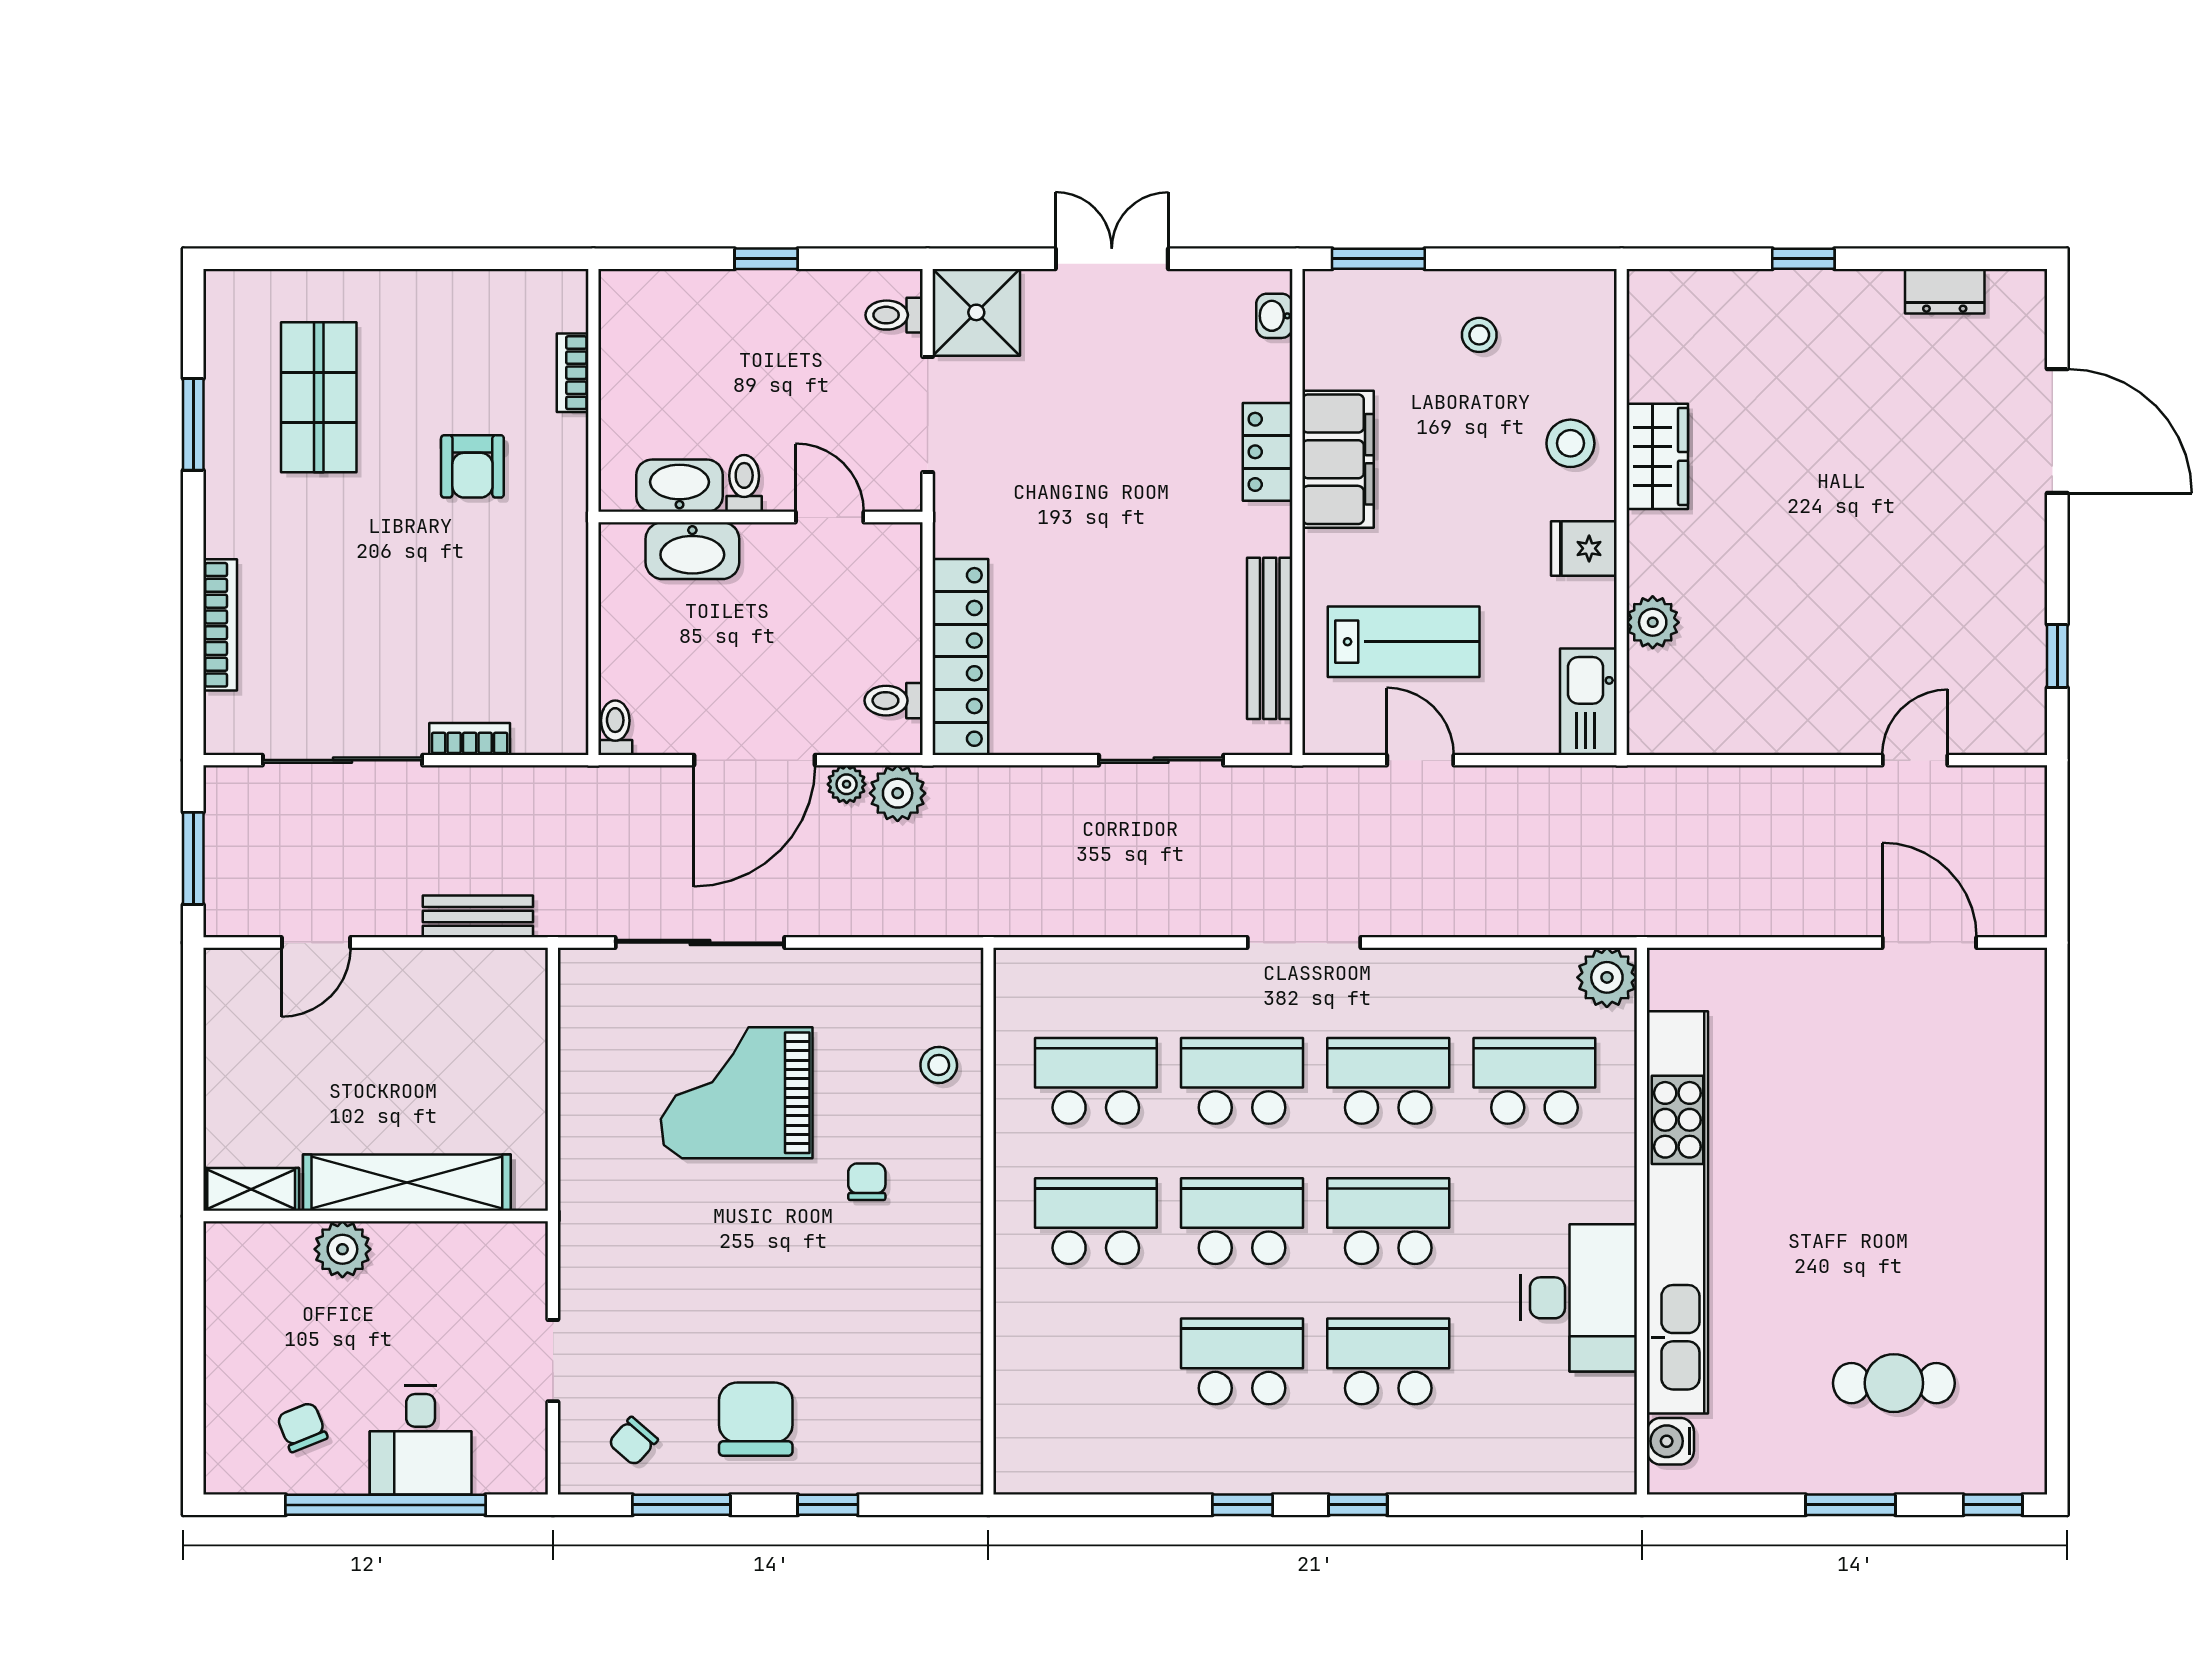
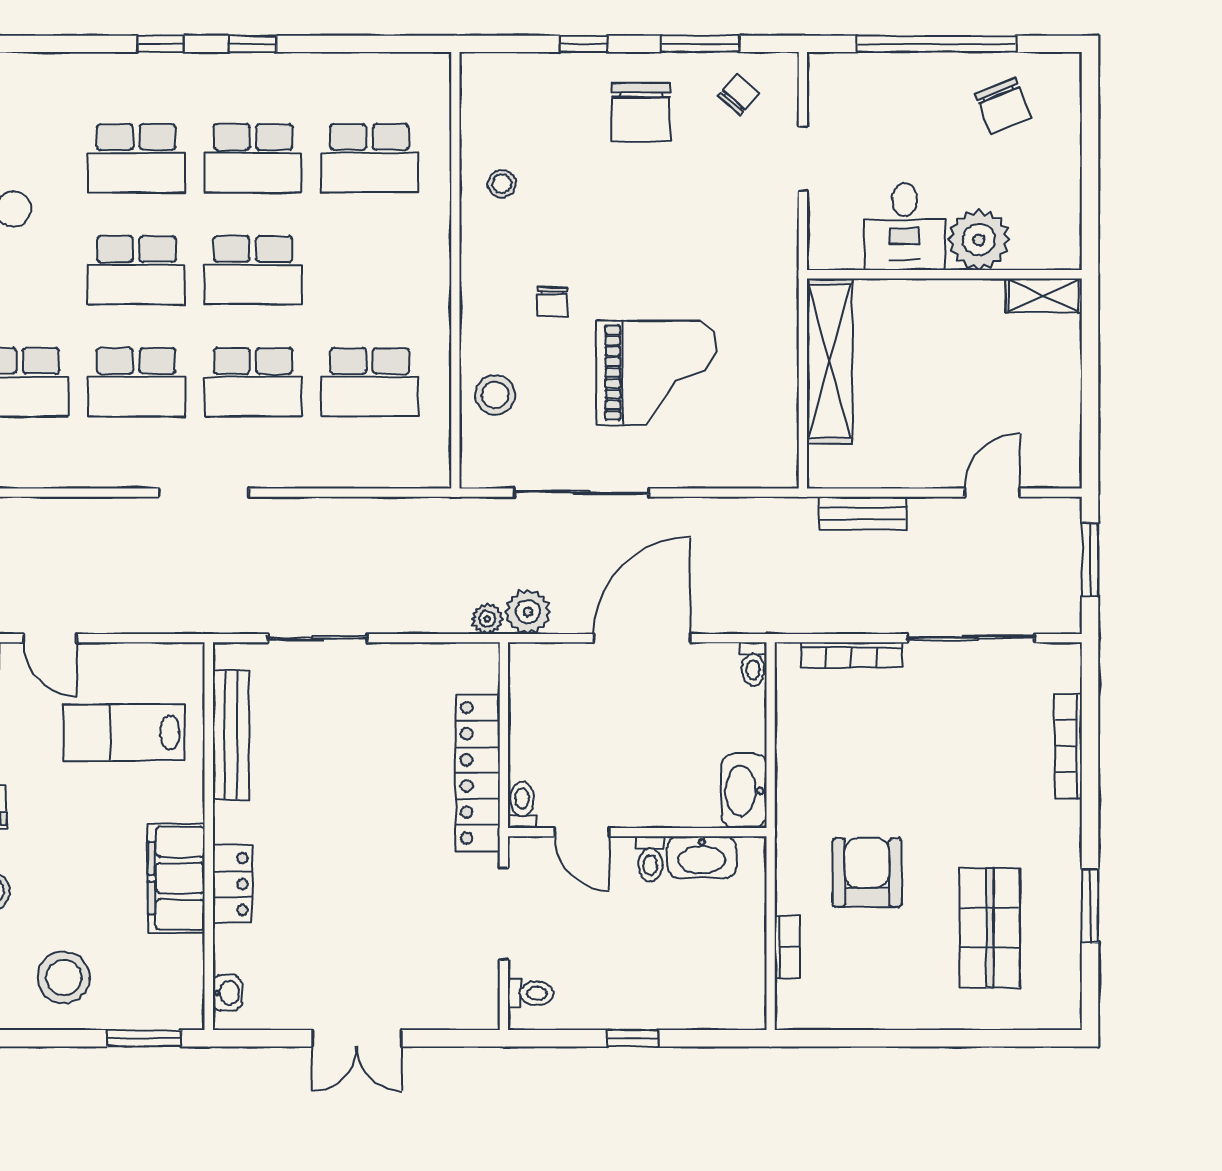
shower: (976, 312) -> (465, 995), removed
stool: (1479, 335) -> (64, 977), width x1.89, depth x1.89
armchair: (472, 466) -> (867, 872), width x1.38, depth x1.38
washbasin: (692, 551) -> (744, 791), moved, turned -90
locker: (960, 657) -> (478, 773), moved
toilet: (894, 701) -> (522, 805), moved, turned -90
bookcase: (470, 739) -> (851, 655), width x1.56
door: (1420, 760) -> (50, 638), moved
plant: (847, 784) -> (487, 619), moved
sliding door: (700, 943) -> (582, 493), moved
stool: (939, 1065) -> (495, 395), width x1.37, depth x1.37
shelving: (407, 1183) -> (830, 361), moved, turned 90
school desk: (1096, 1221) -> (370, 158), moved
plant: (342, 1249) -> (979, 240), width x1.36, depth x1.36
stool: (930, 1330) -> (502, 184), added
chair: (302, 1427) -> (1003, 106), width x1.37, depth x1.37
desk: (421, 1440) -> (905, 227), moved, turned 180

